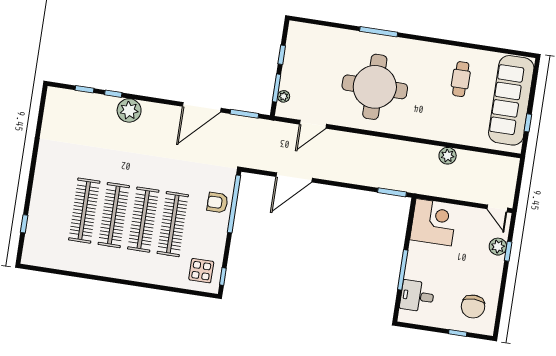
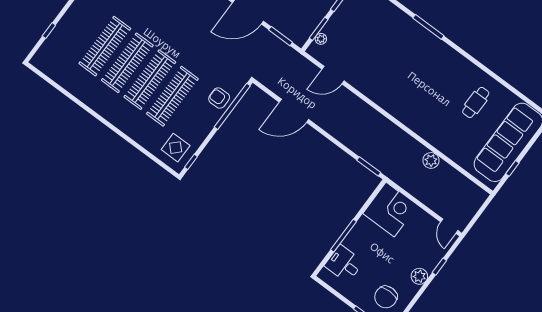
round table: (375, 87) -> (401, 71), removed
plant: (498, 247) -> (419, 276), moved

